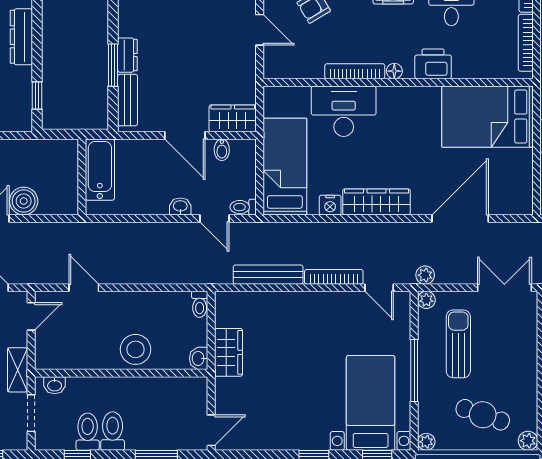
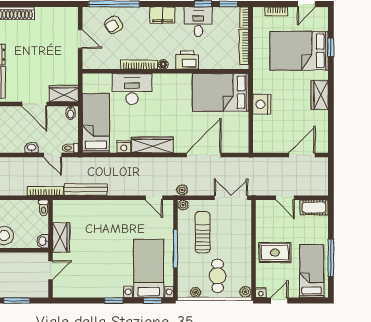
bidet: (222, 150) -> (71, 113), moved
bookcase: (334, 277) -> (45, 191), moved
cafe table: (483, 415) -> (218, 276), turned 71
door: (211, 430) -> (51, 270), moved
plant: (426, 442) -> (196, 292), moved

